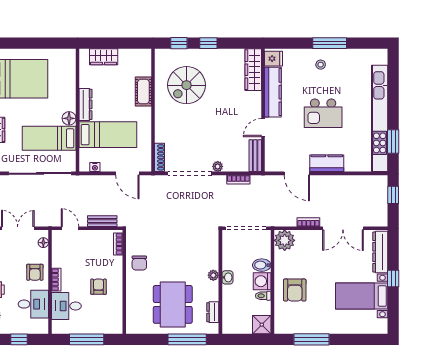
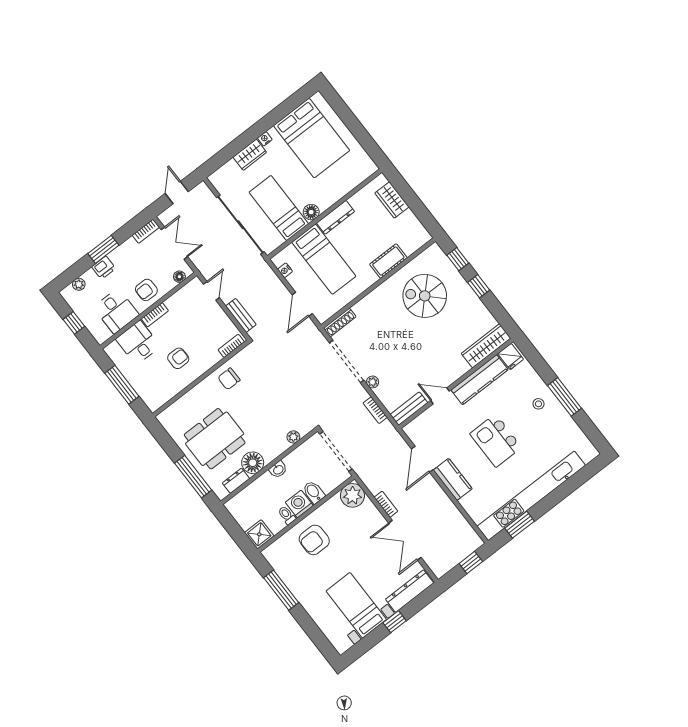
plant: (213, 275) -> (293, 437), moved
floor lamp: (209, 291) -> (253, 463), added

